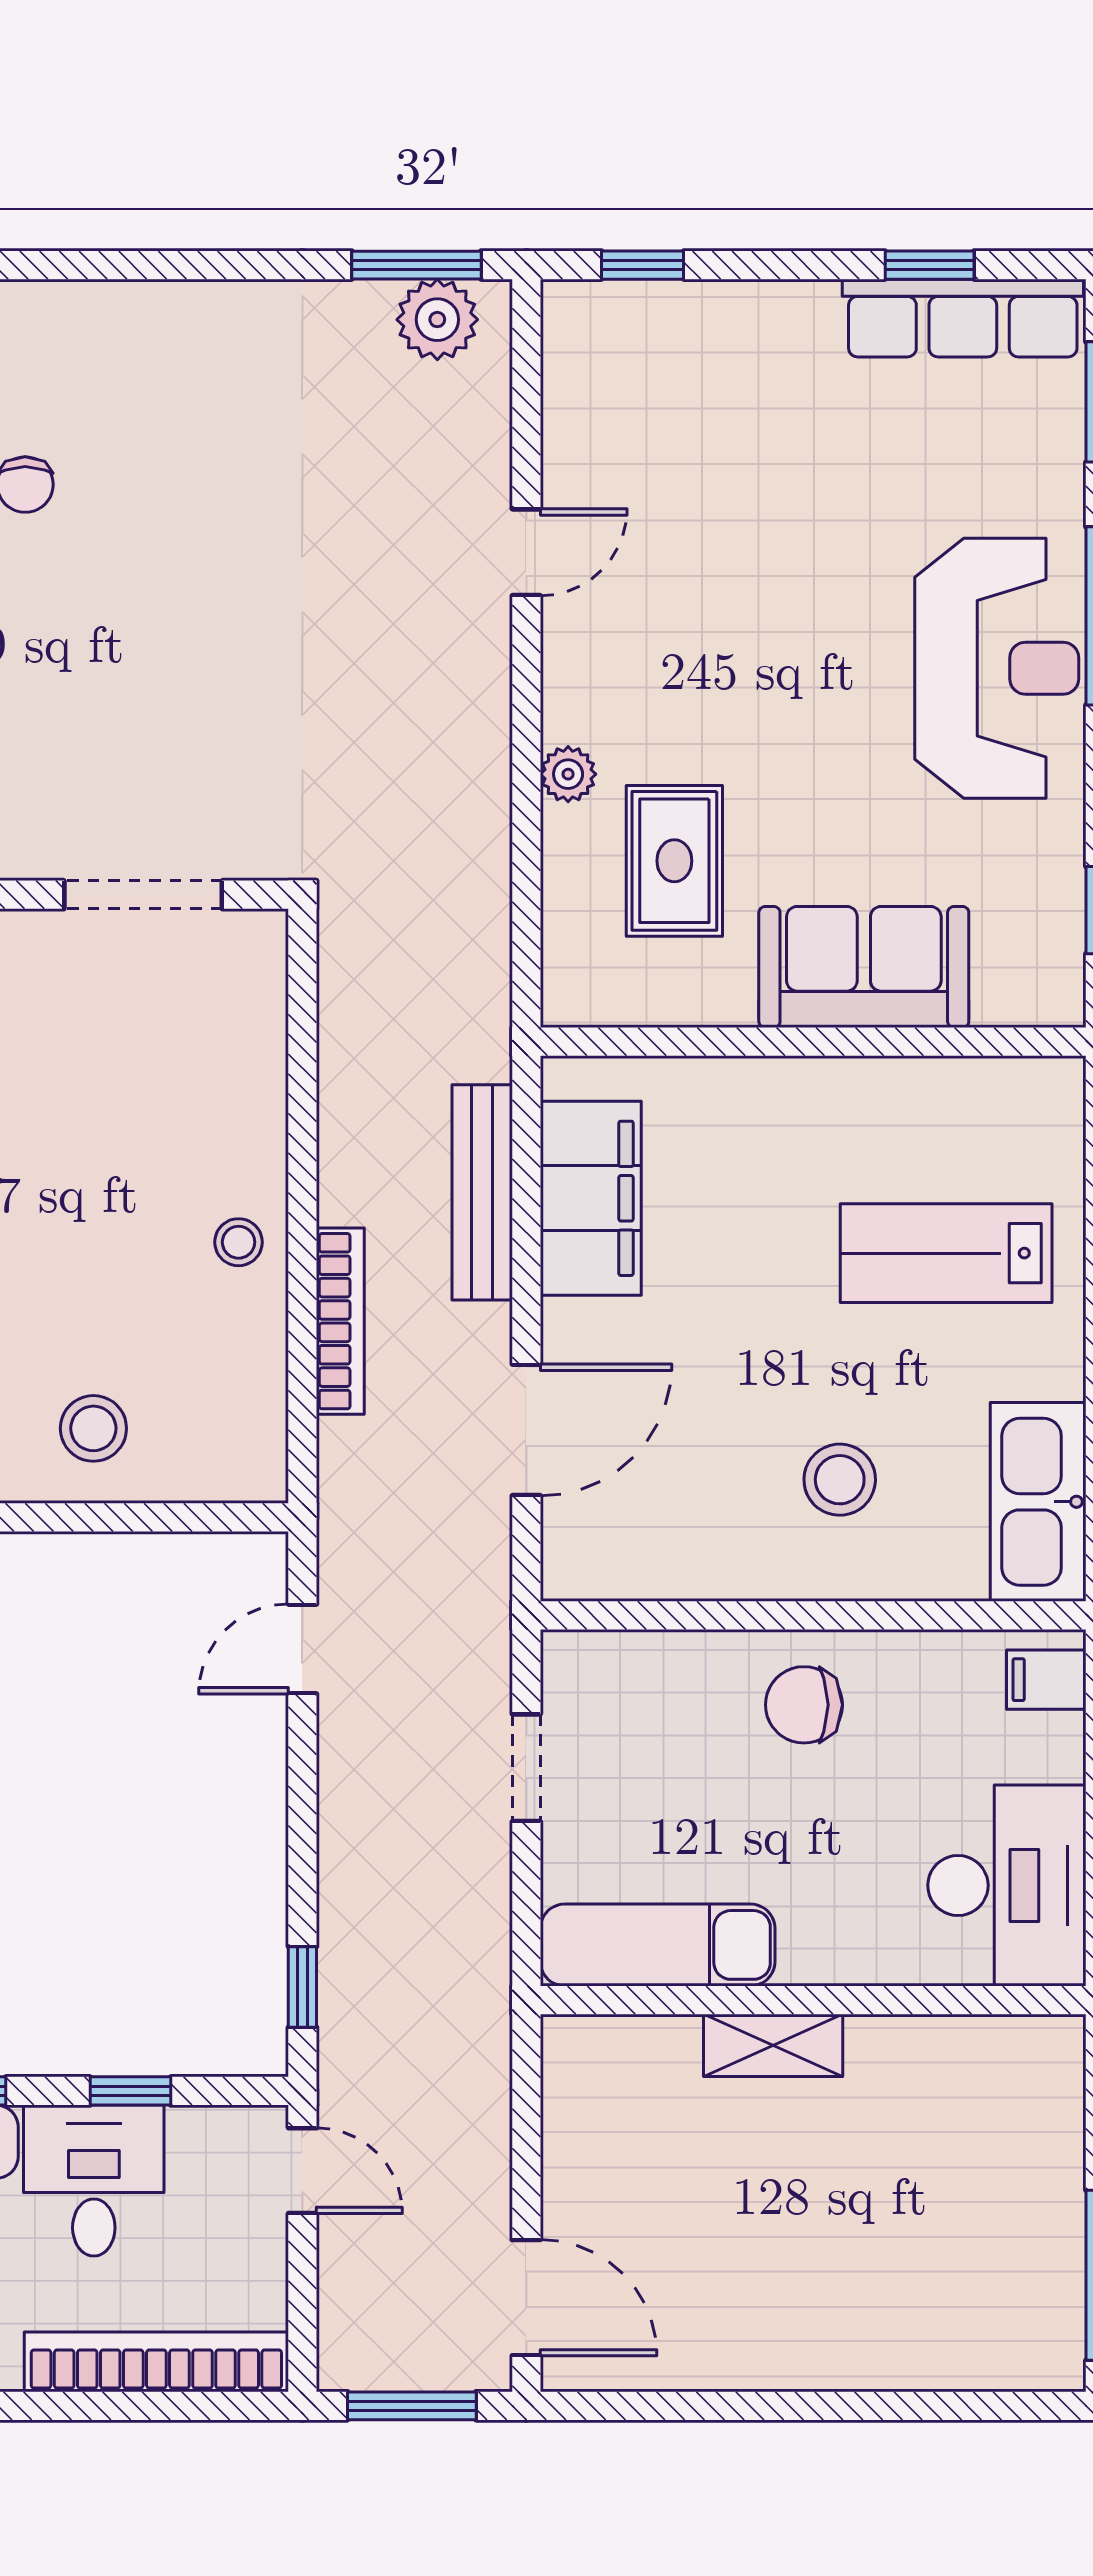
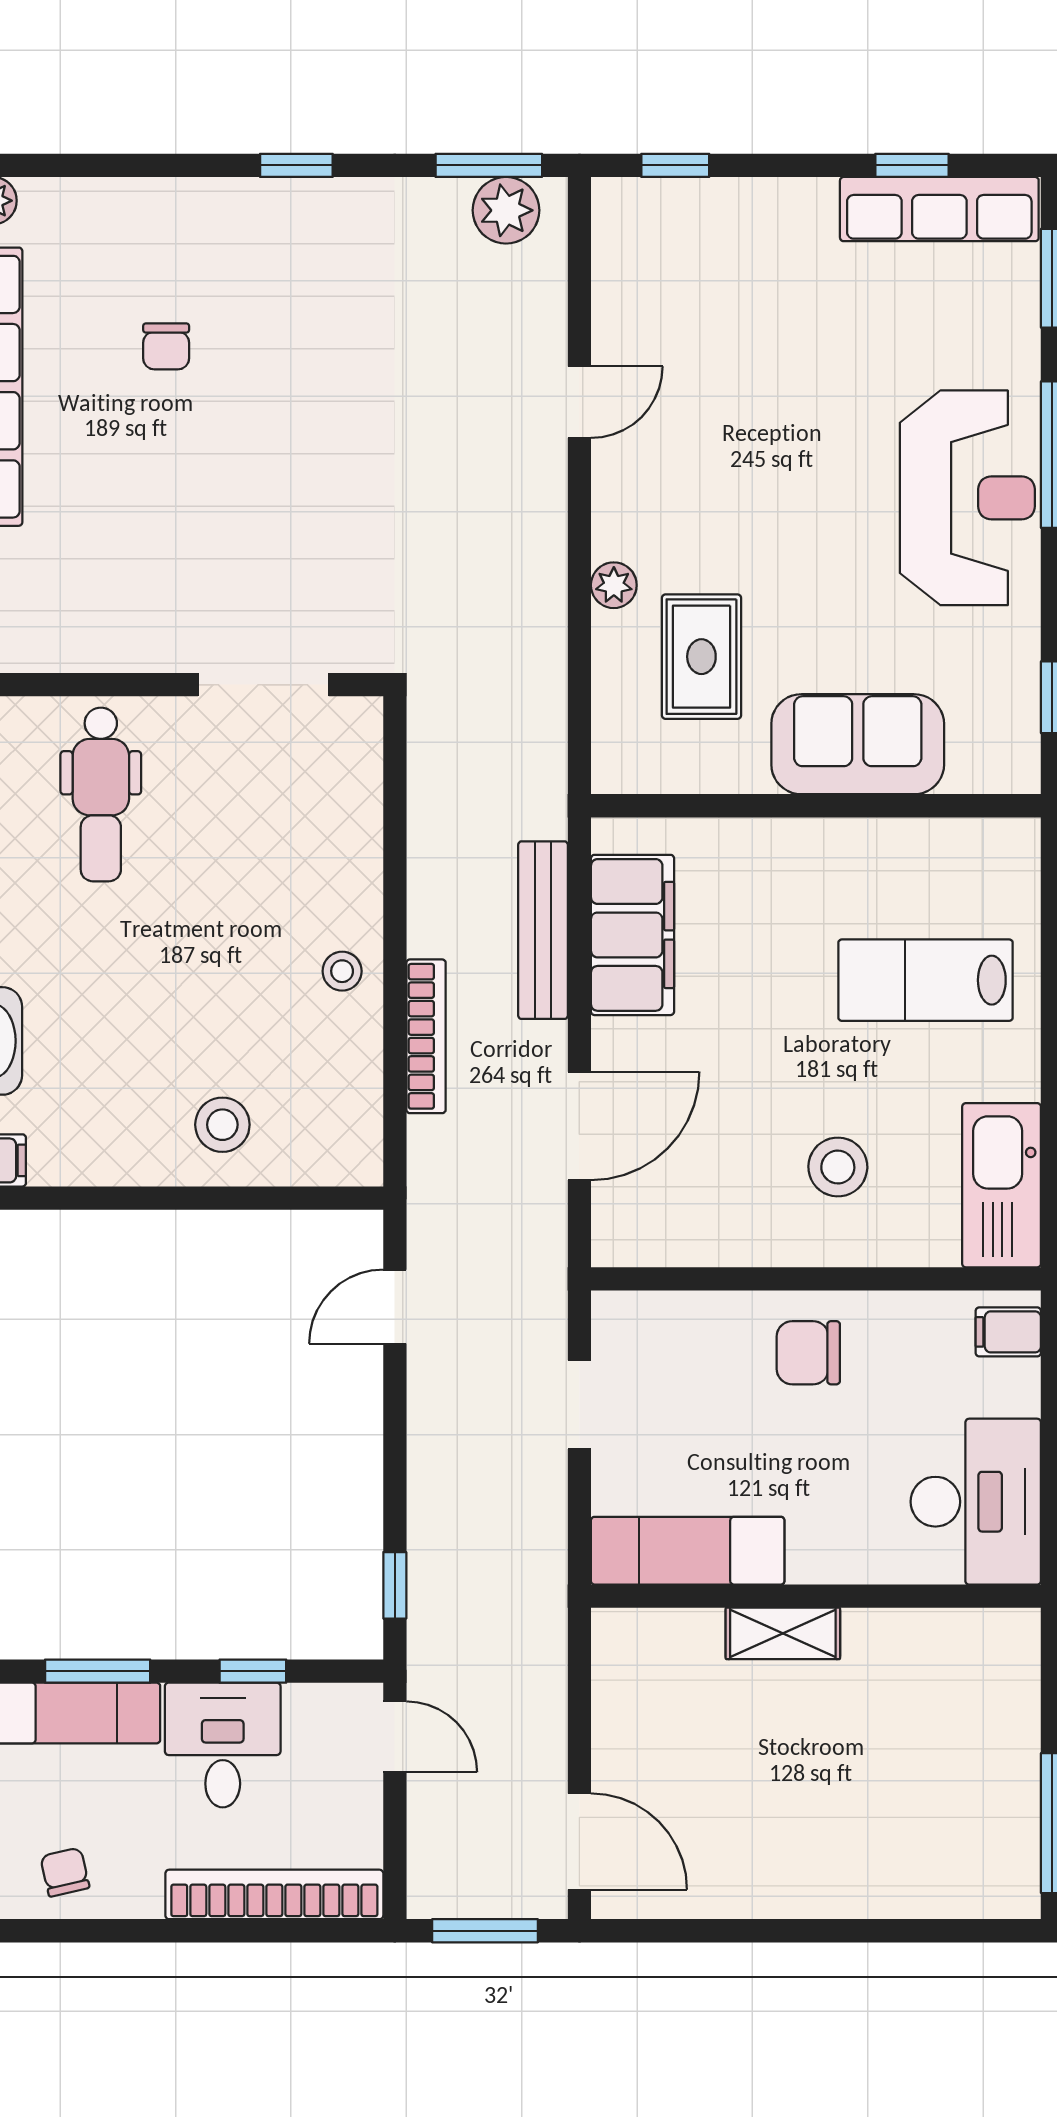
window: (183, 265) -> (296, 165), added

